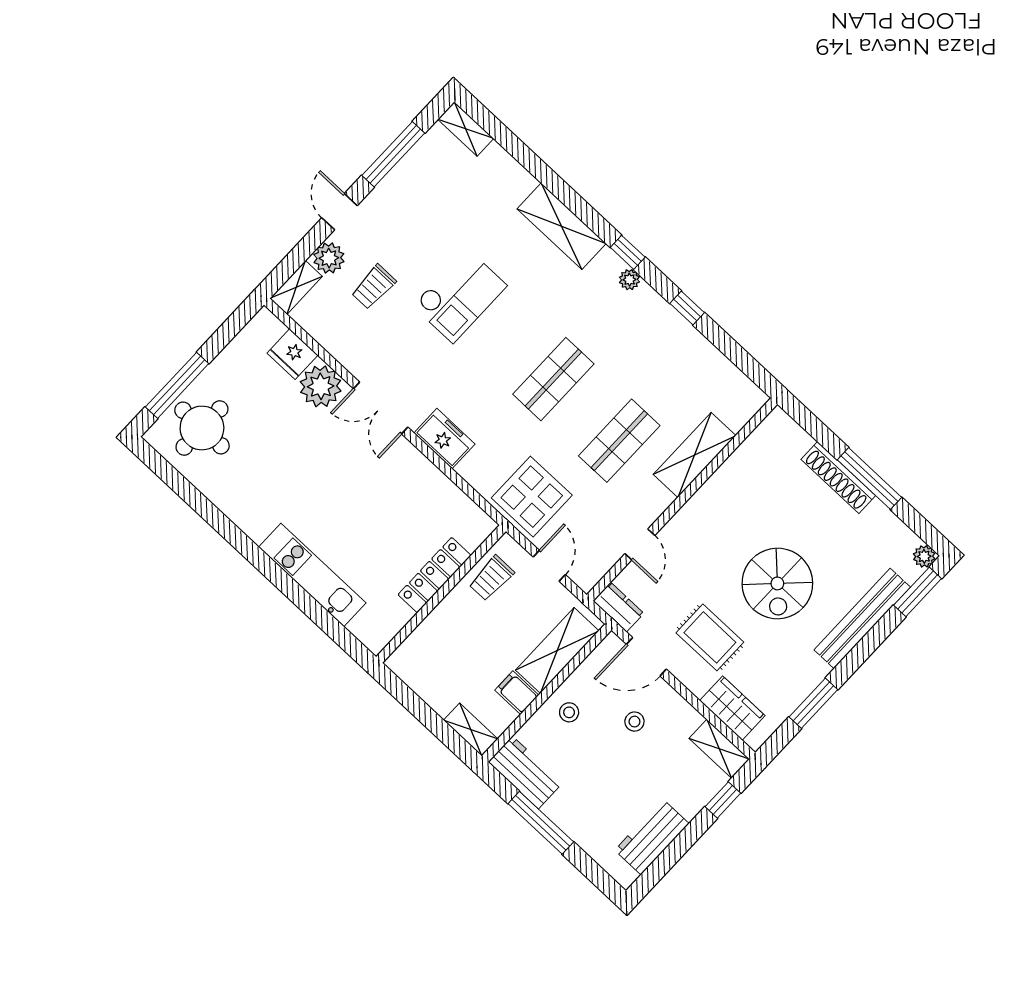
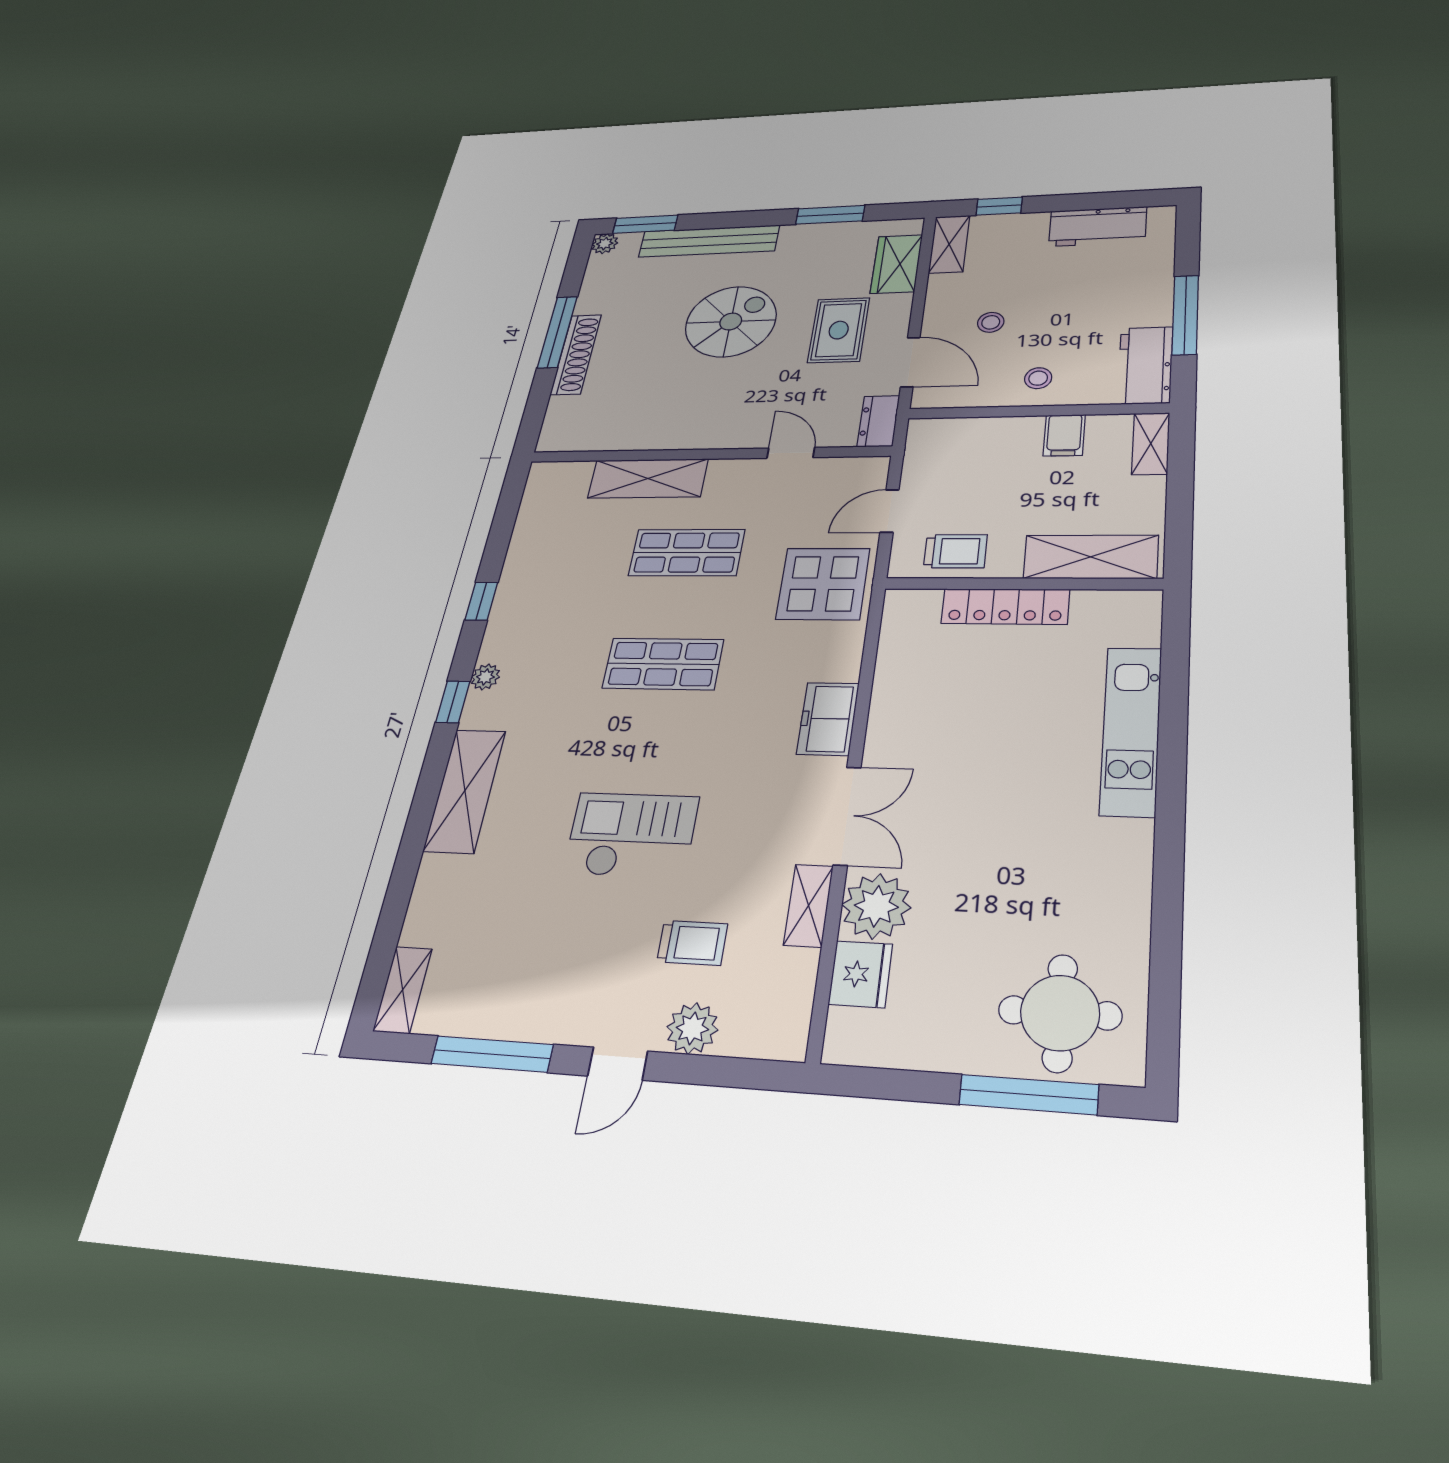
shelving: (296, 287) -> (809, 905), moved, turned 90
door: (640, 545) -> (791, 453), hinge flipped
shelving: (557, 650) -> (1091, 557), moved

